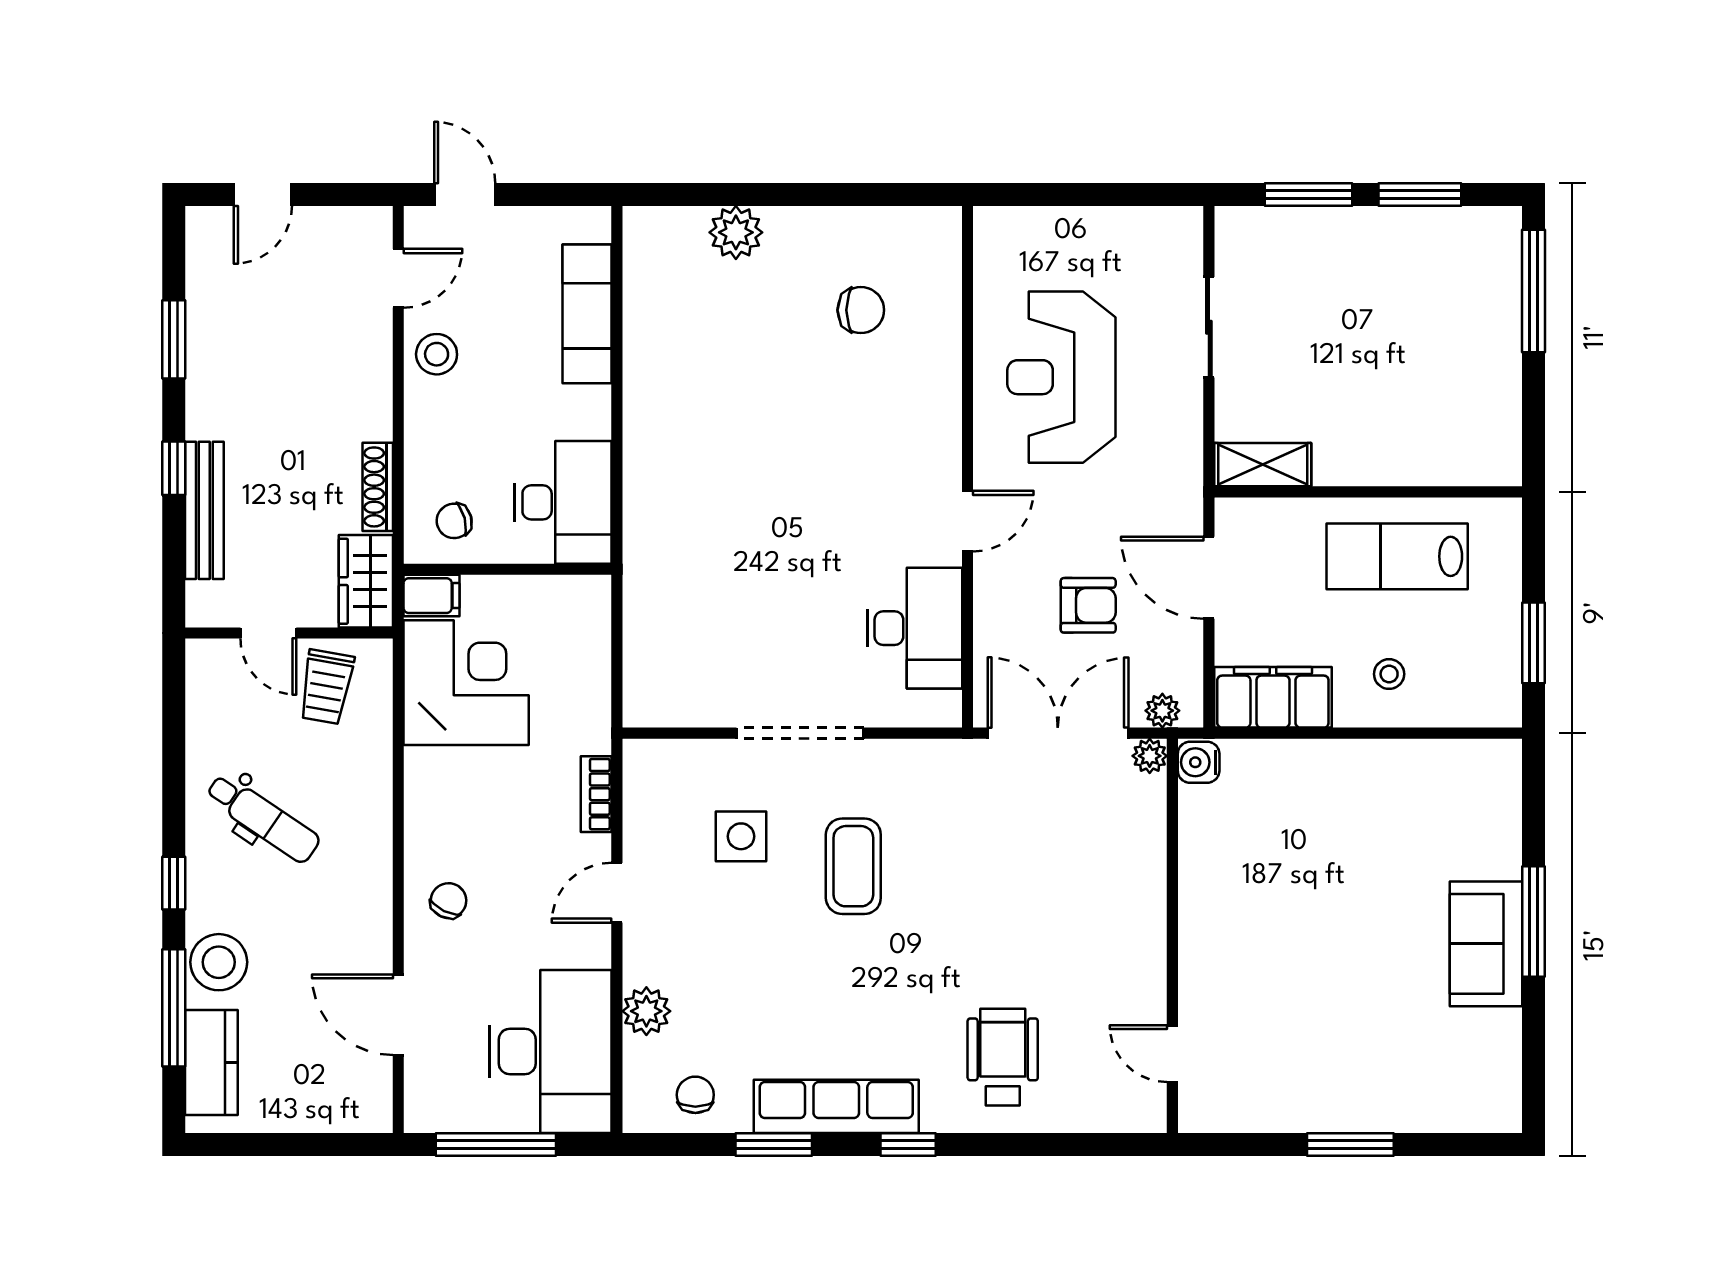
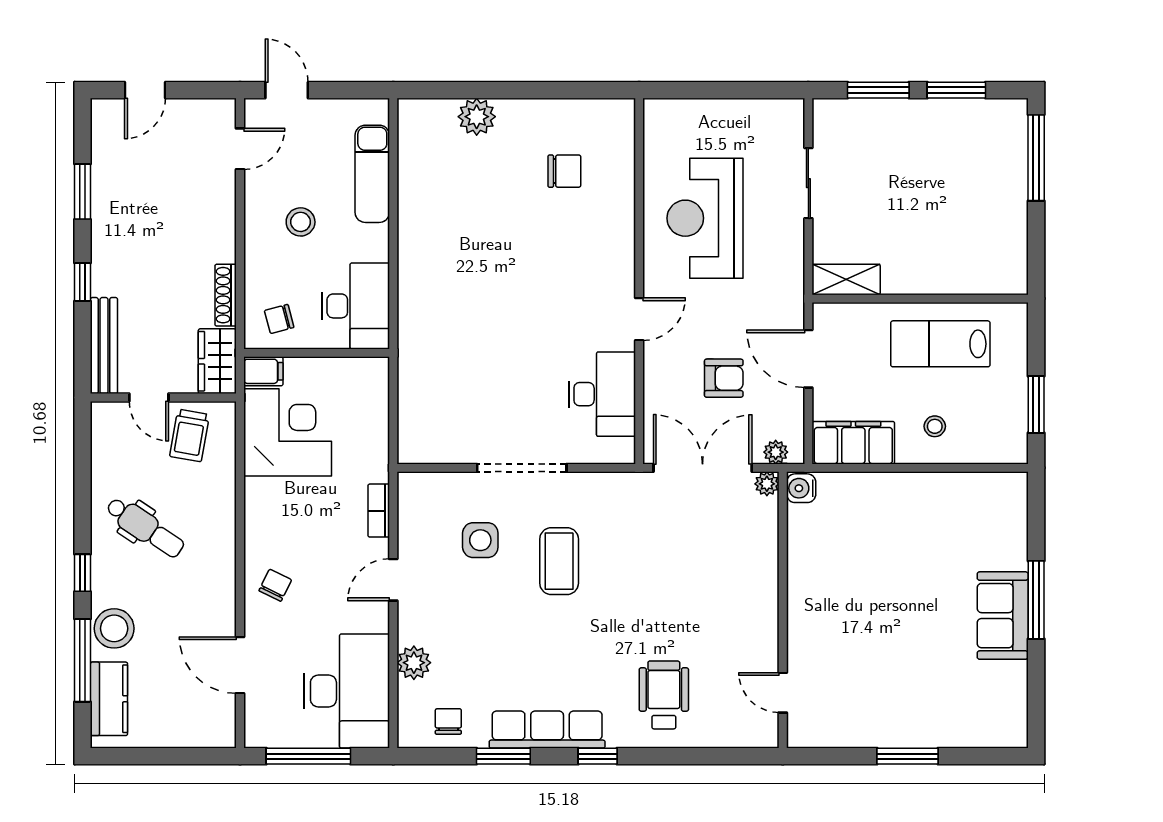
stool: (437, 354) -> (301, 222), moved
bench: (204, 510) -> (104, 346), moved

